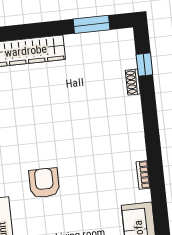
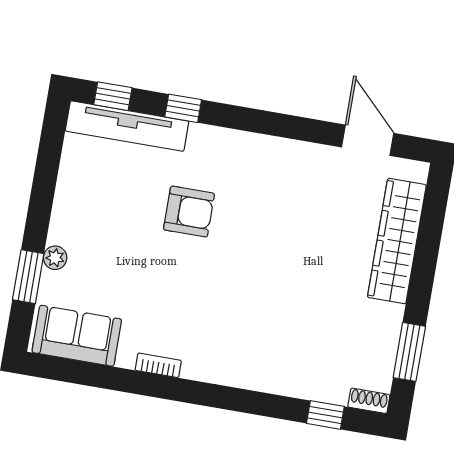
shoe rack: (133, 82) -> (369, 401), moved

